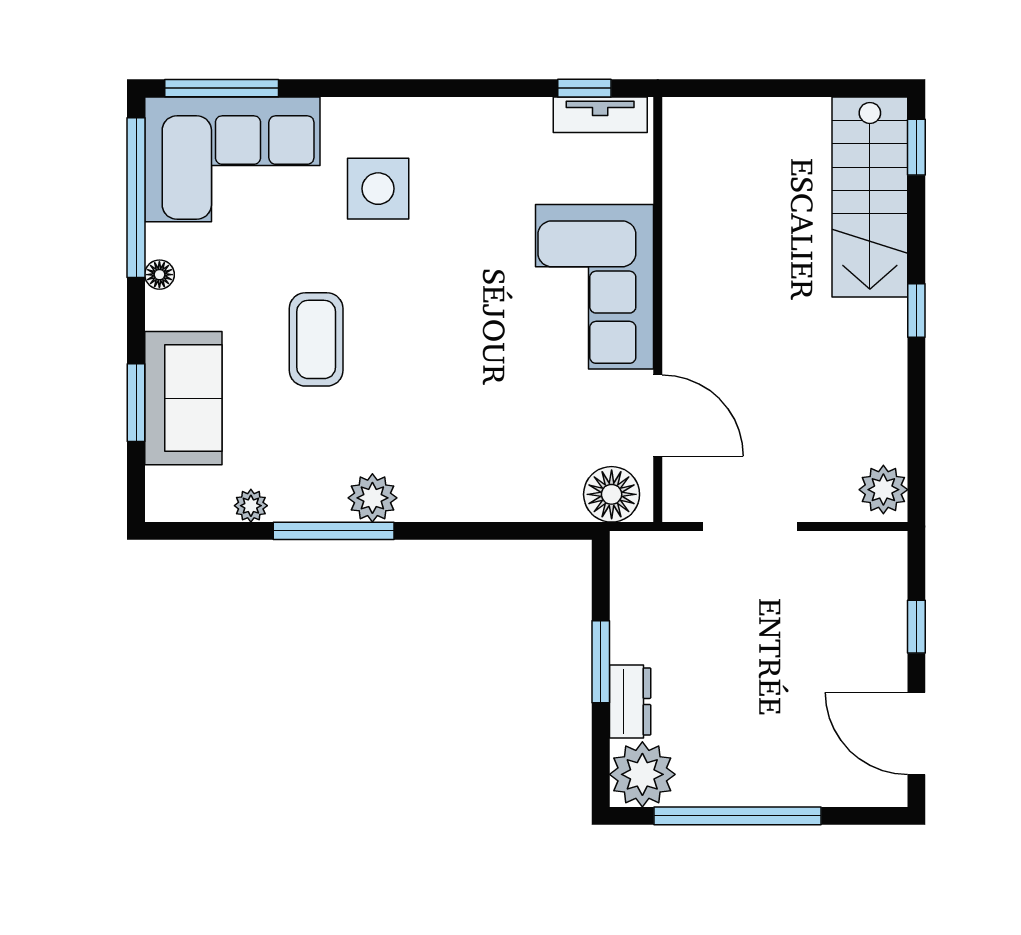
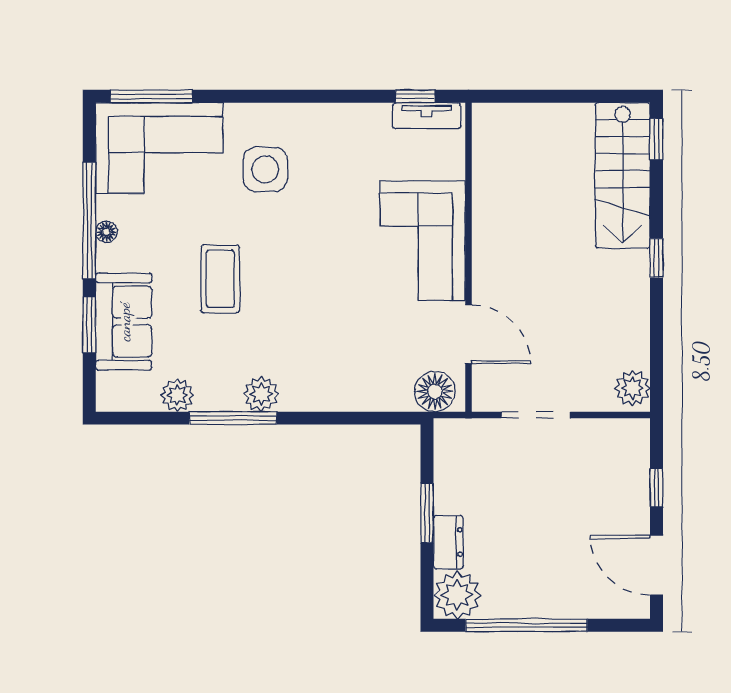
window: (136, 198) -> (89, 220), moved
plant: (251, 506) -> (177, 395), width x1.38, depth x1.38

